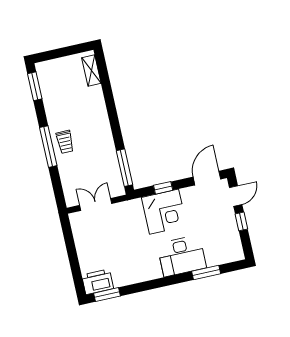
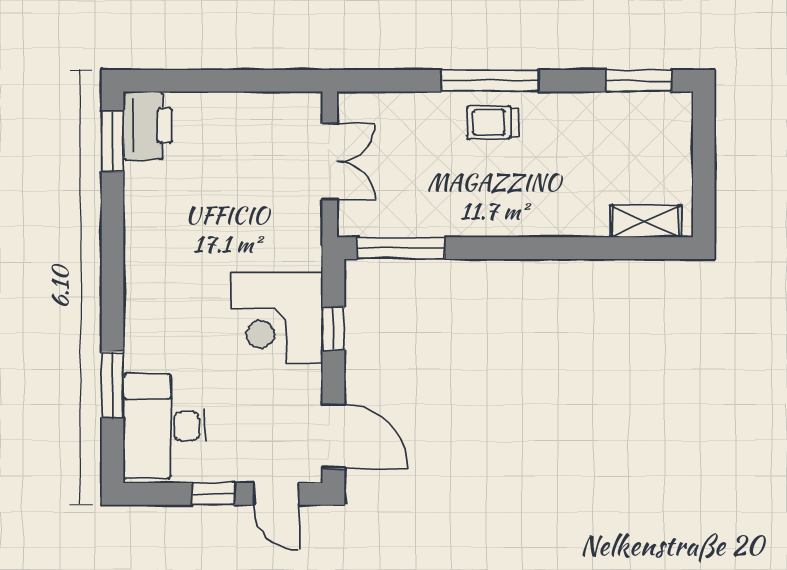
desk: (182, 256) -> (164, 426), moved

